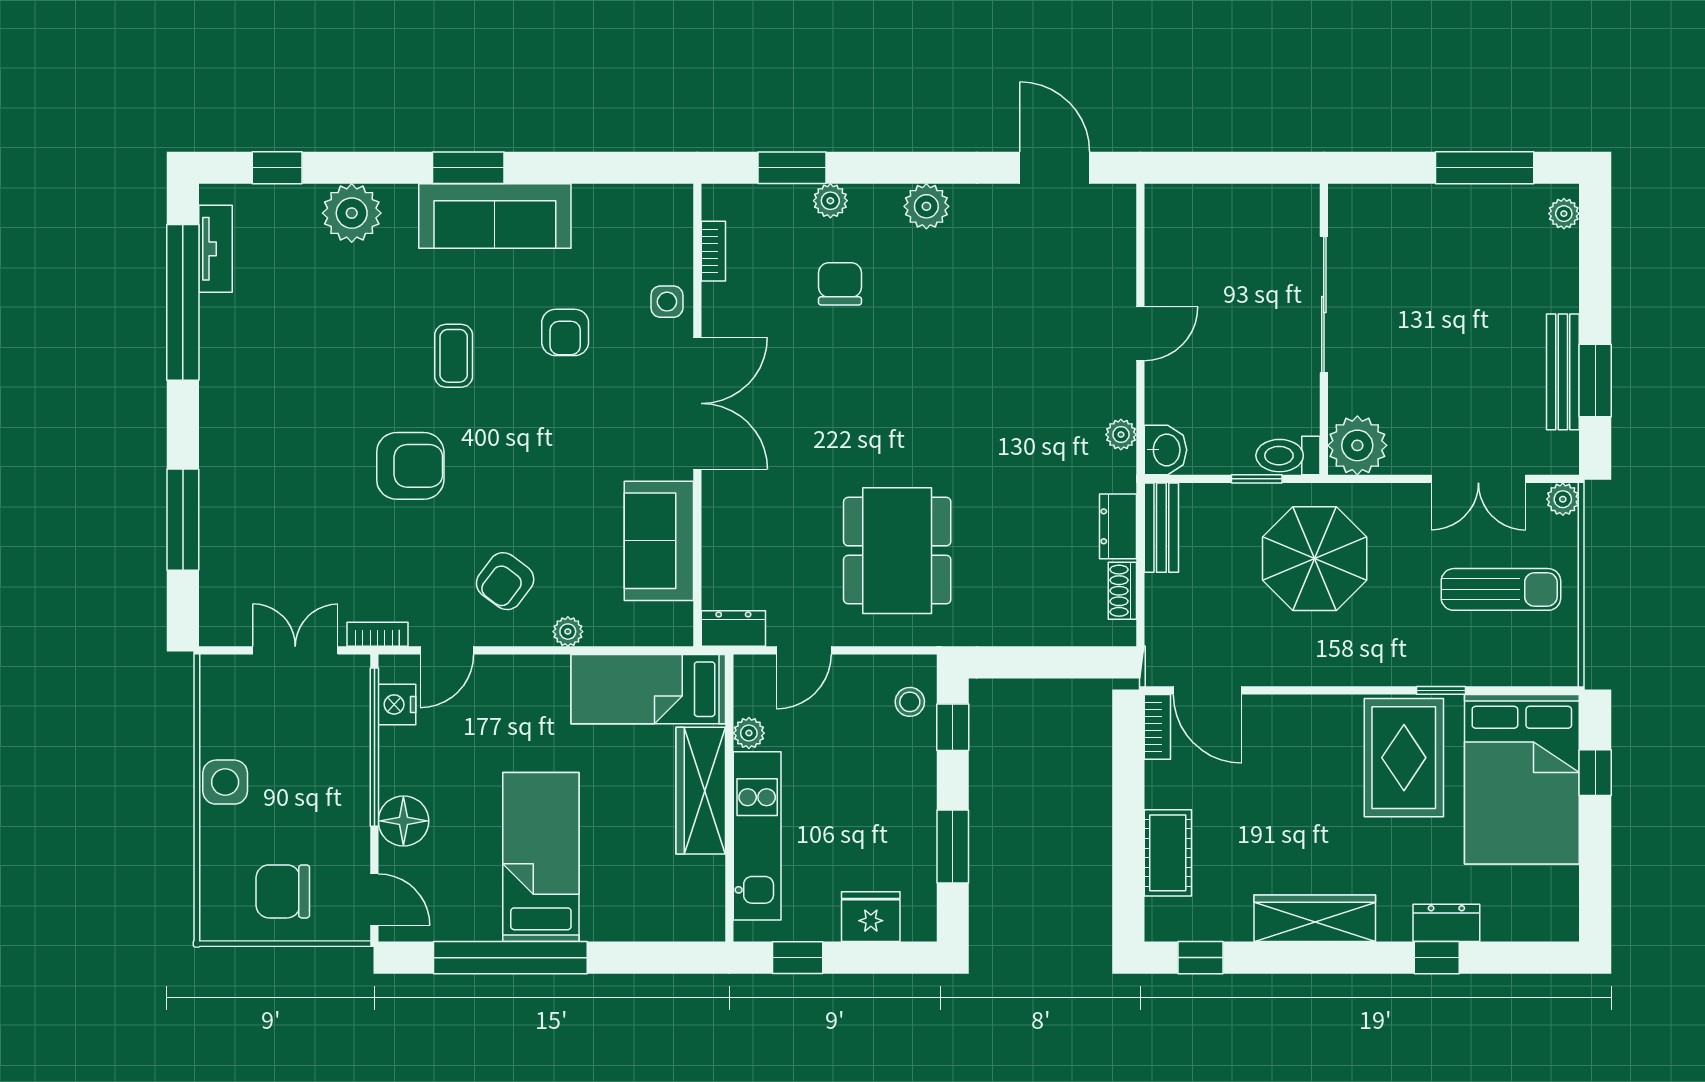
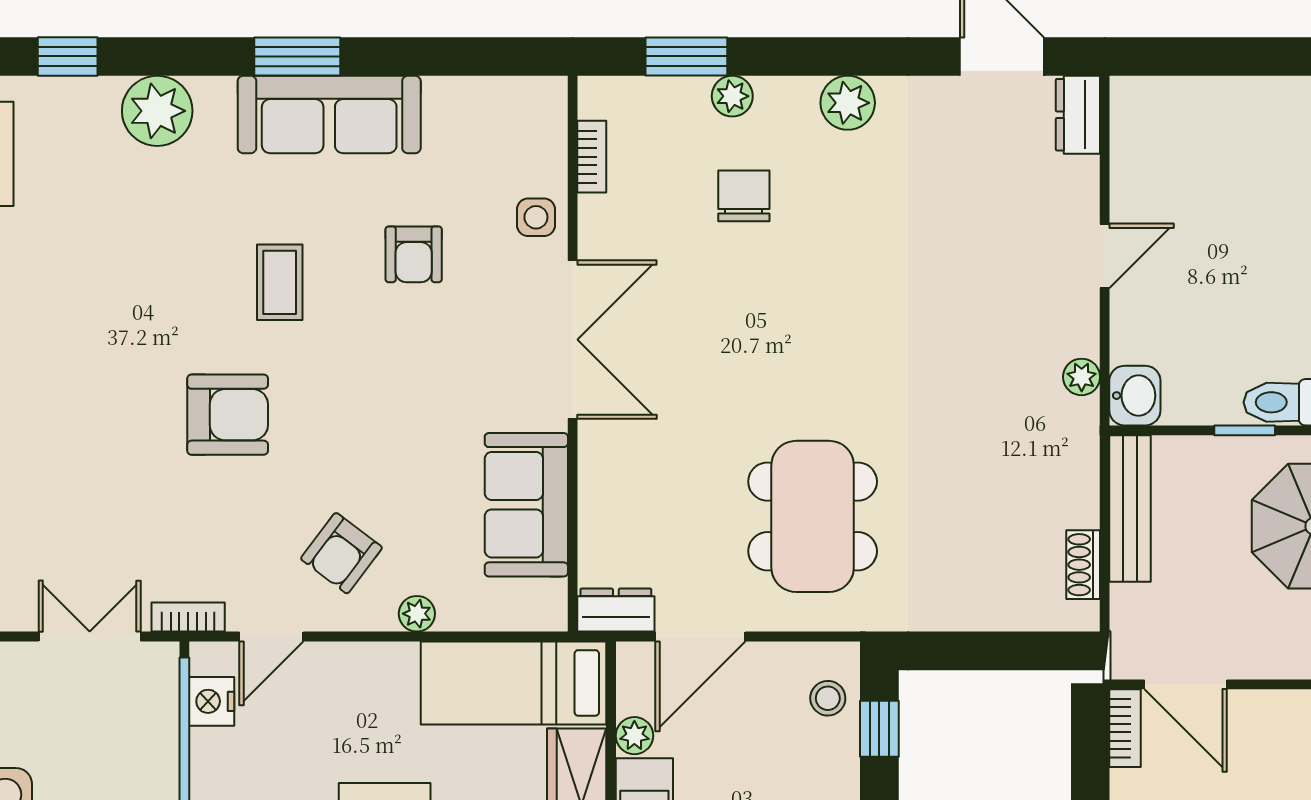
dresser: (1118, 526) -> (1078, 115), moved
bench: (1161, 528) -> (1130, 508), width x1.36
door: (804, 650) -> (700, 636), width x1.38

